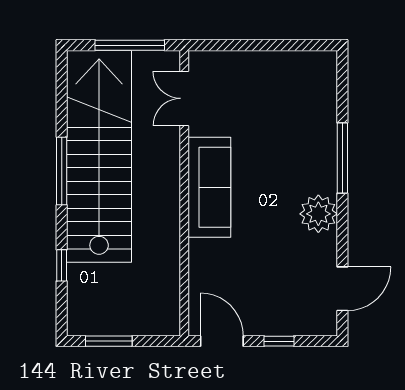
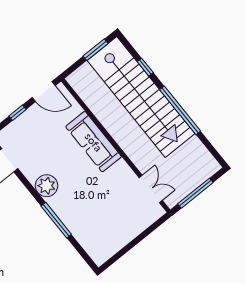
stairs: (99, 156) -> (141, 97), moved
window: (62, 171) -> (180, 110), width x1.46
sofa: (209, 187) -> (94, 142), moved

